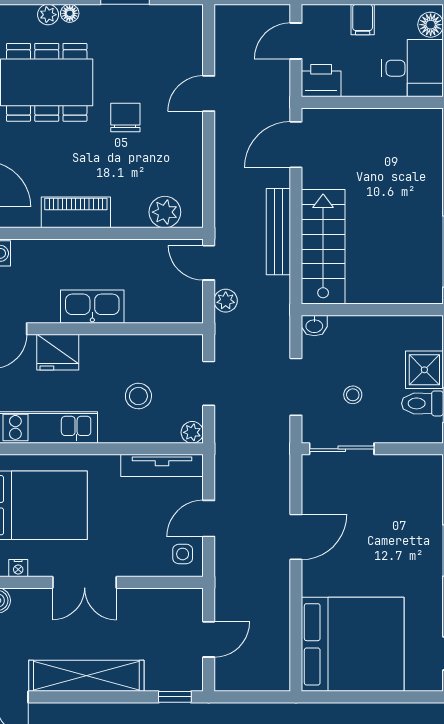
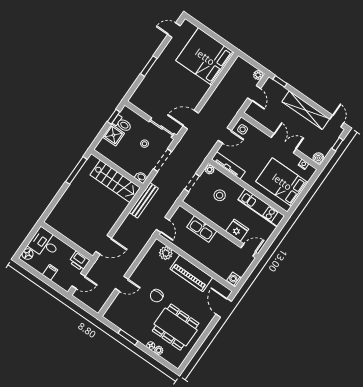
piano: (76, 212) -> (191, 273), width x1.37, depth x1.33
bench: (278, 232) -> (144, 200), moved
stairs: (323, 247) -> (115, 181), moved, turned -90
plant: (226, 301) -> (258, 75), moved
kitchen sink: (92, 307) -> (202, 229), moved
door: (296, 537) -> (191, 120), moved
door: (209, 639) -> (254, 93), swing flipped

